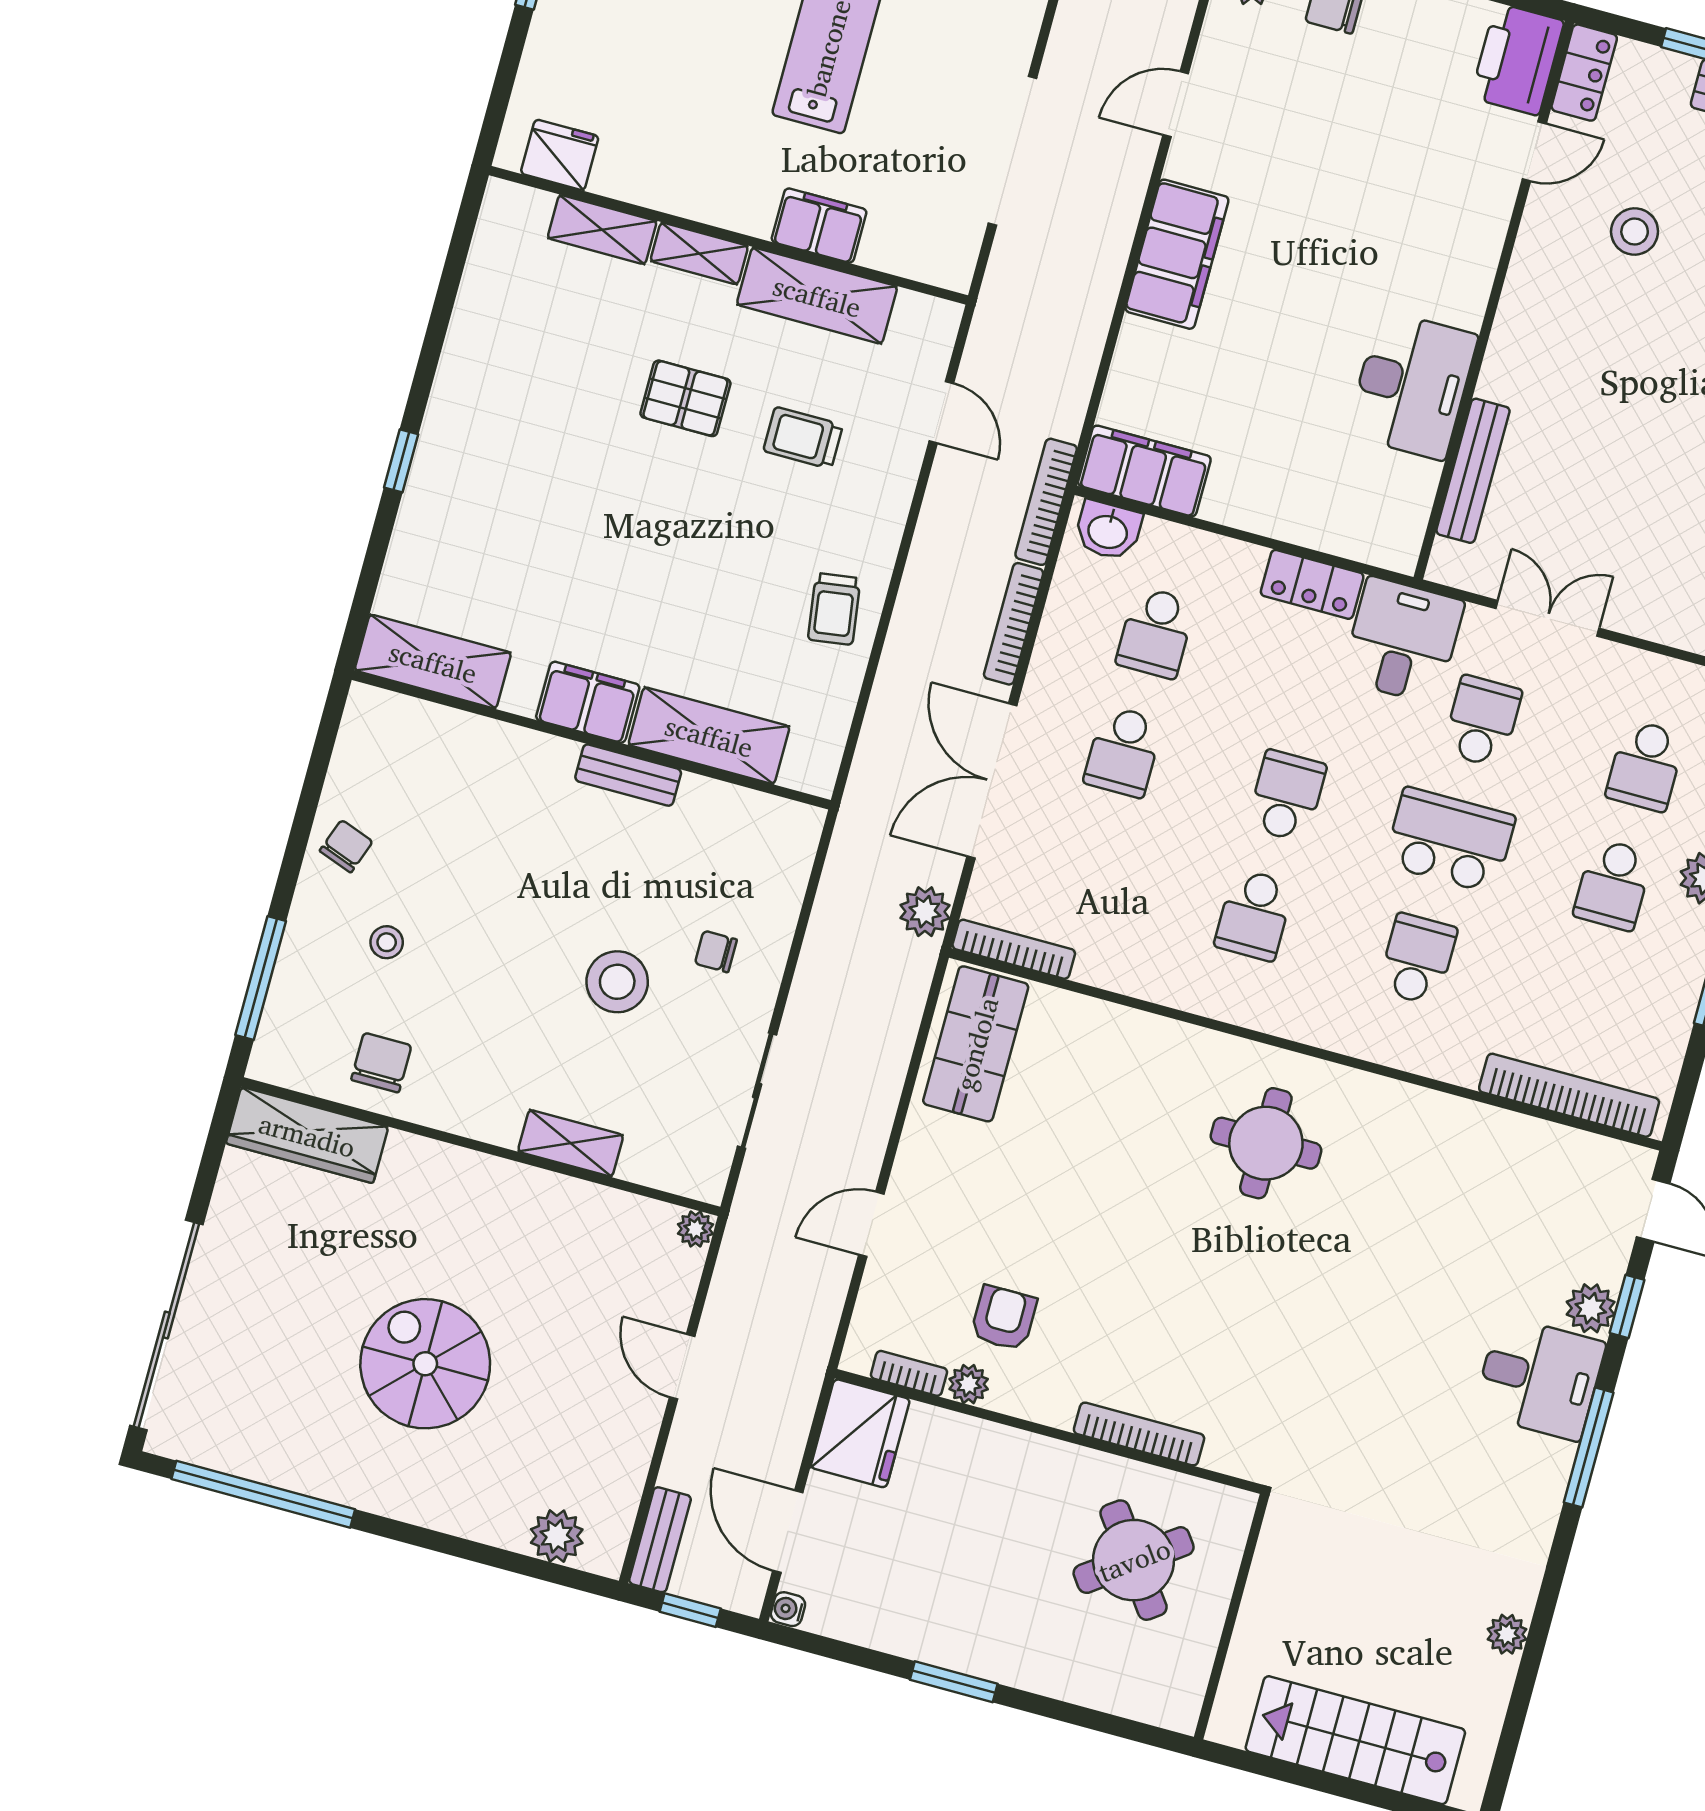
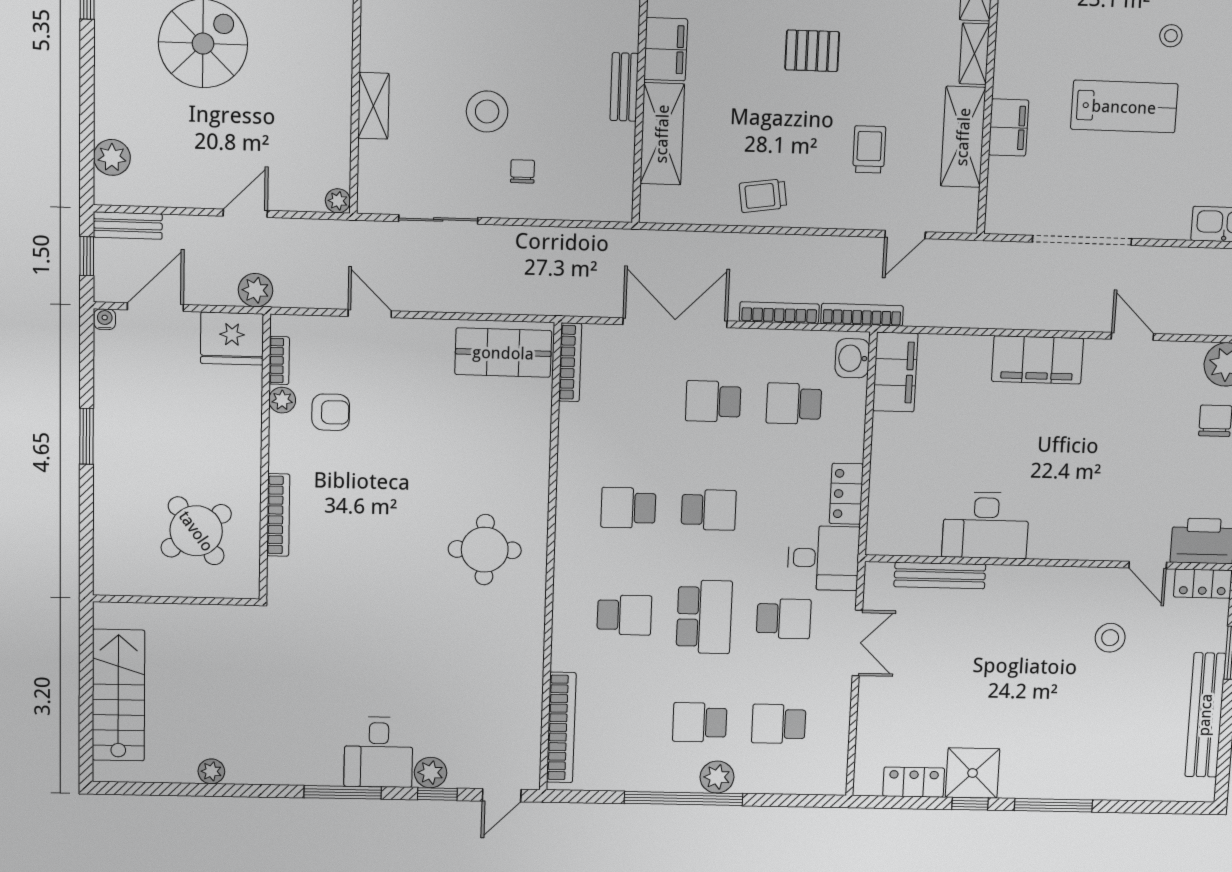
pallet: (685, 398) -> (812, 51), moved, turned 90
plant: (925, 912) -> (256, 290), moved

